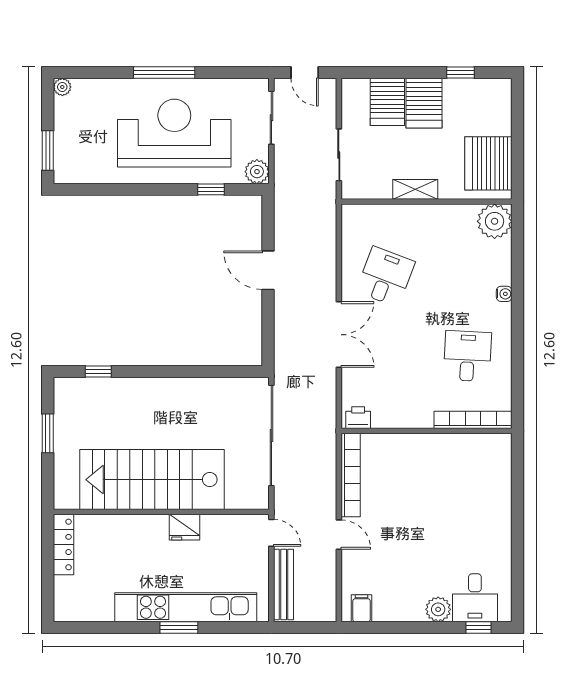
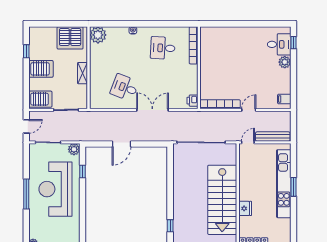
server rack: (387, 102) -> (40, 99), moved
fridge: (185, 527) -> (245, 208), moved

